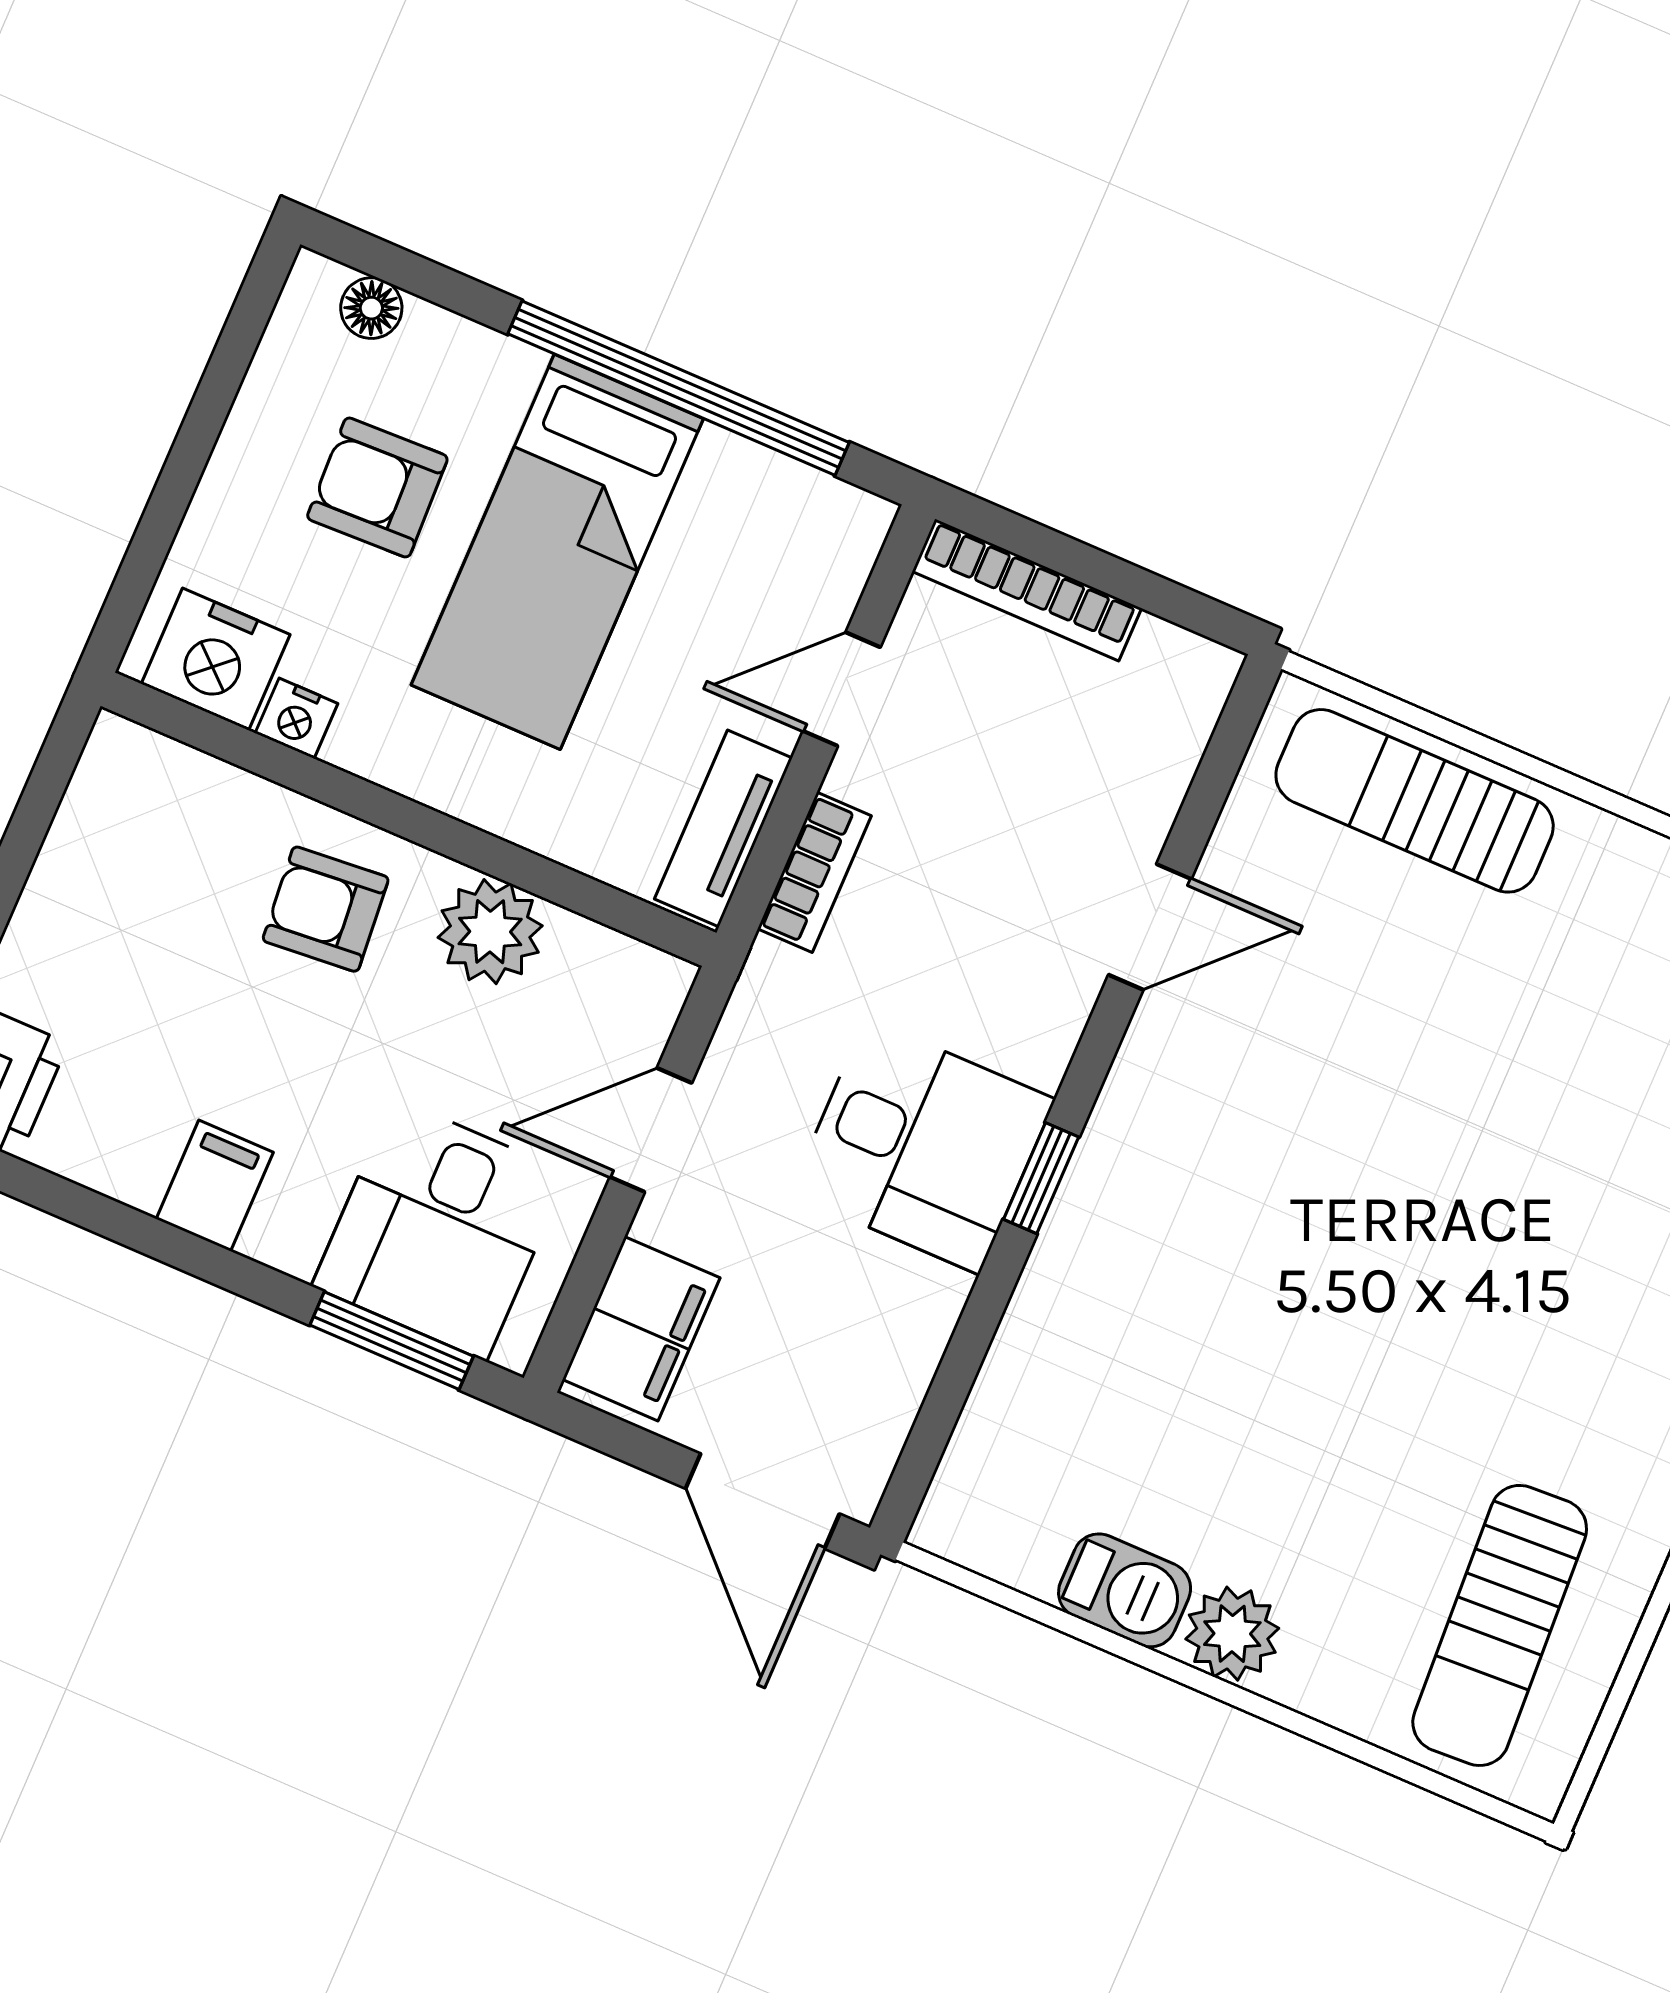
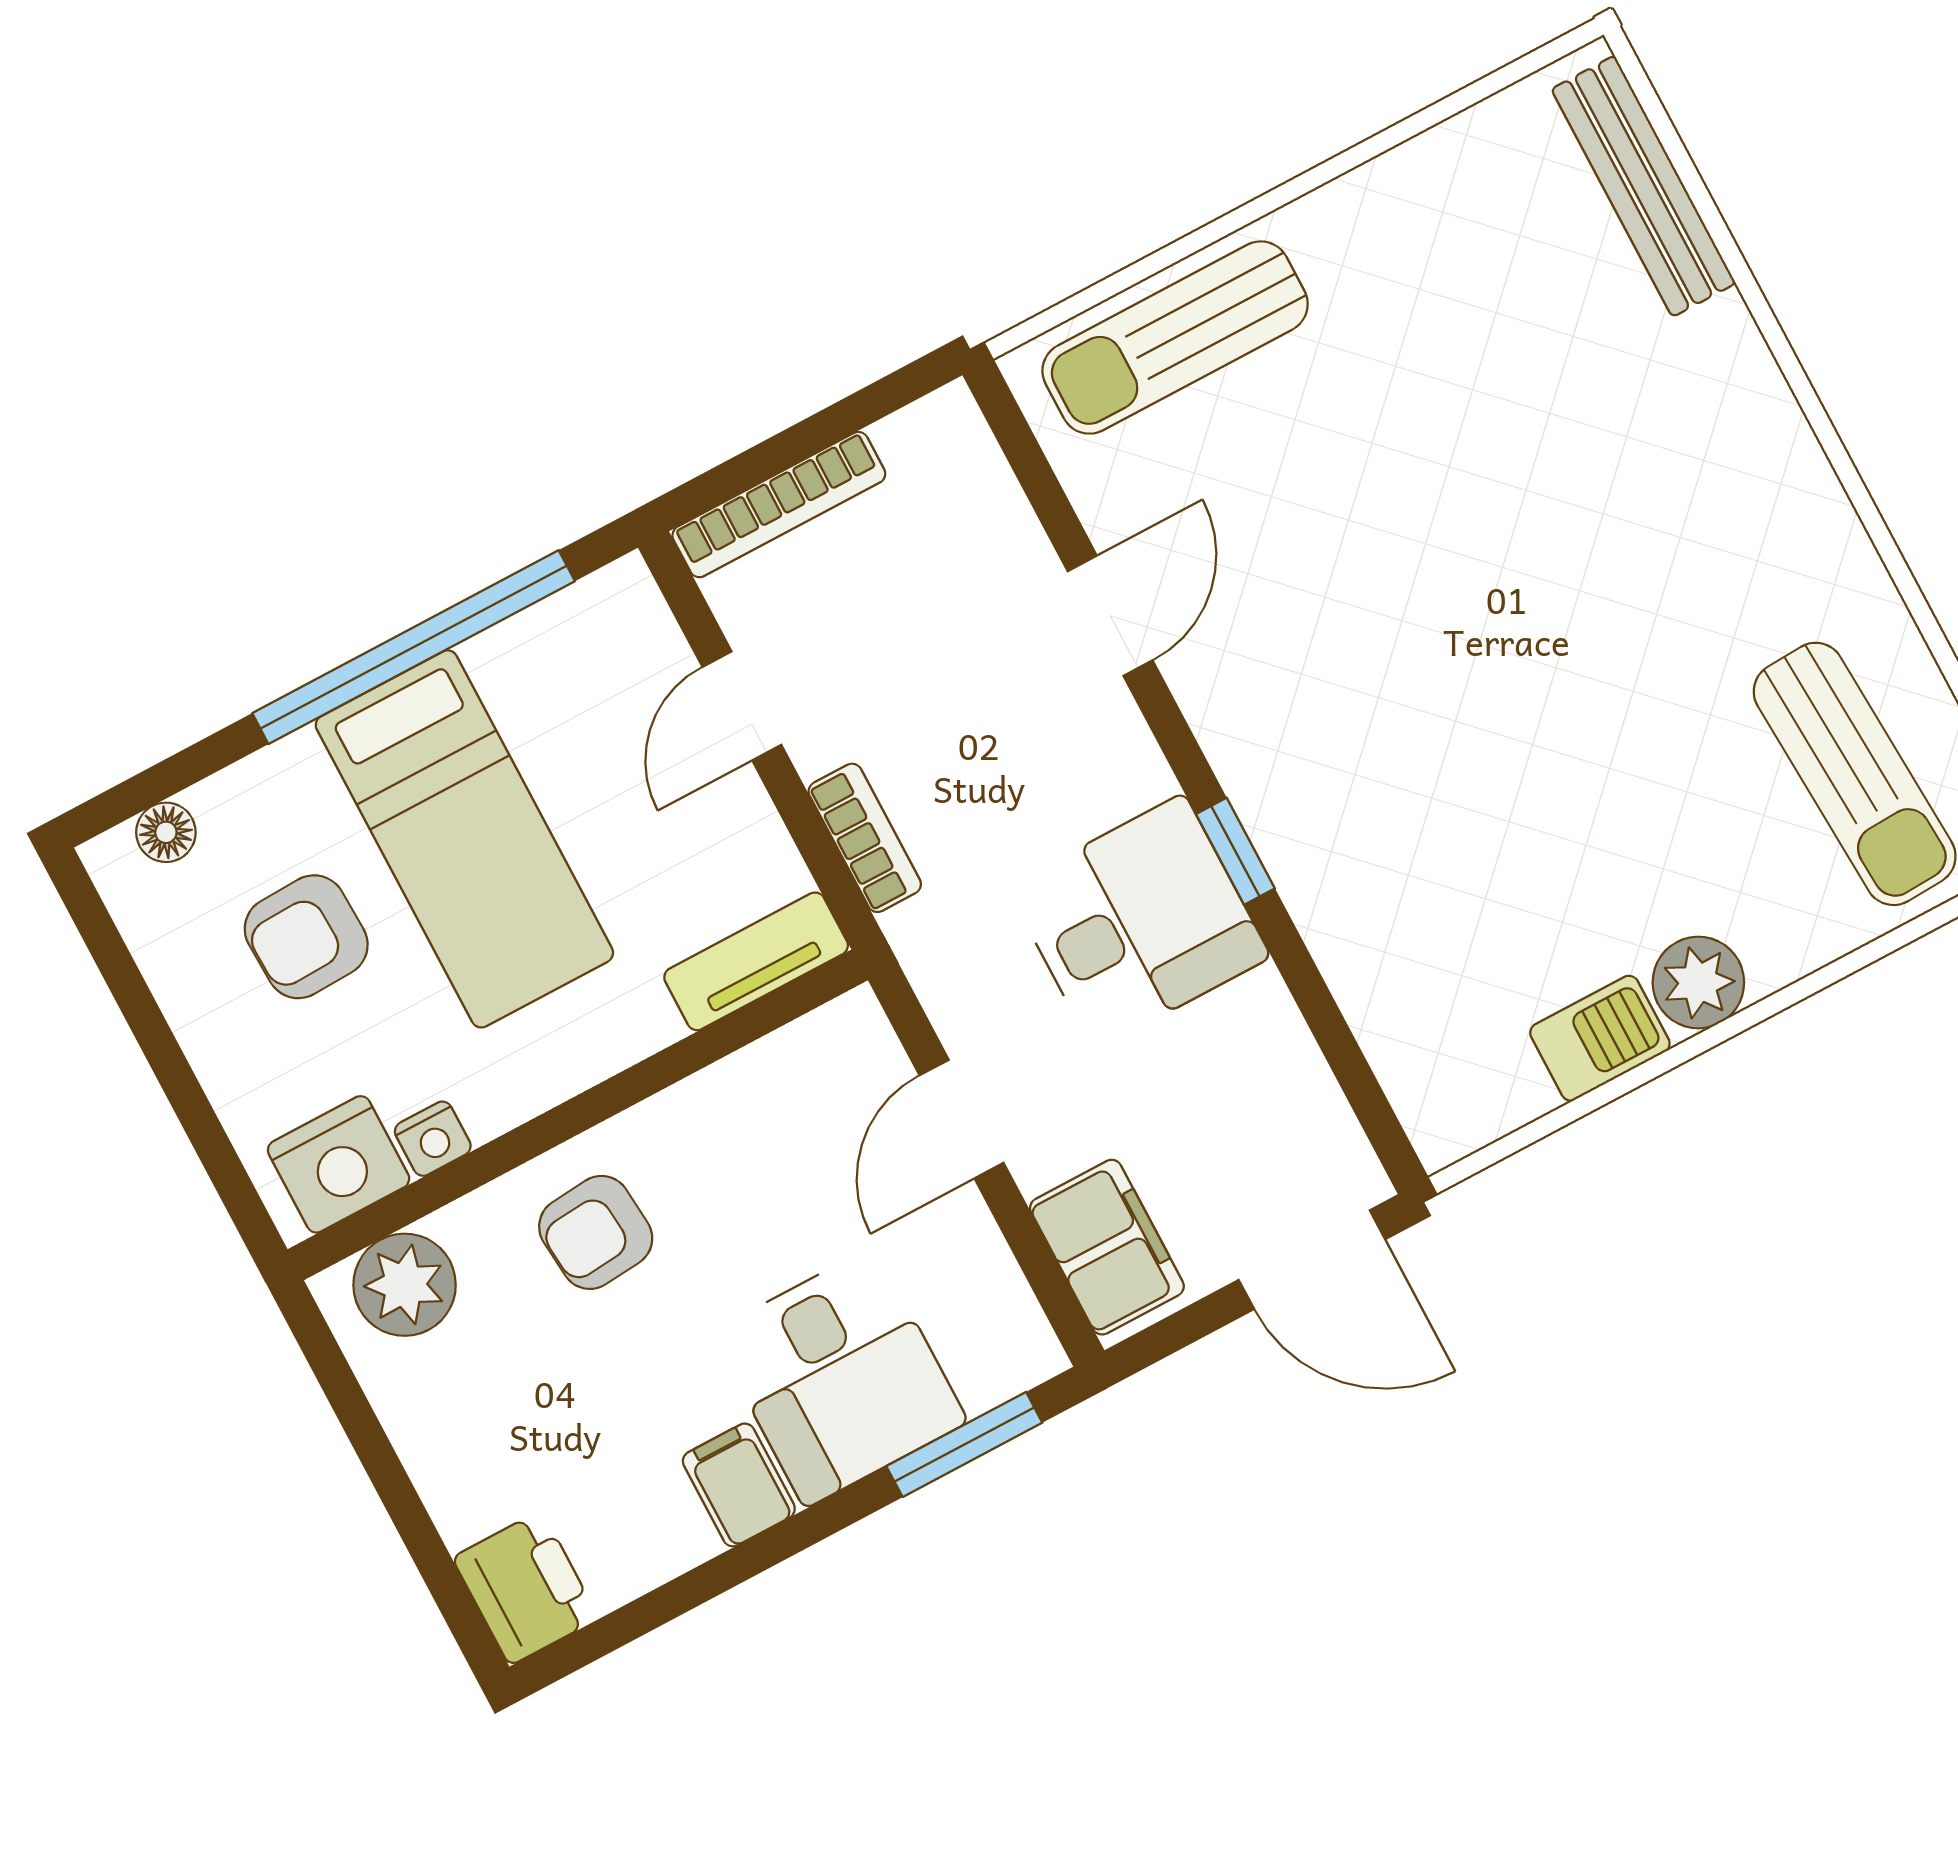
tv unit: (723, 828) -> (756, 961), moved, turned 90
plant: (490, 932) -> (405, 1285), moved
desk: (440, 1229) -> (840, 1377), moved

